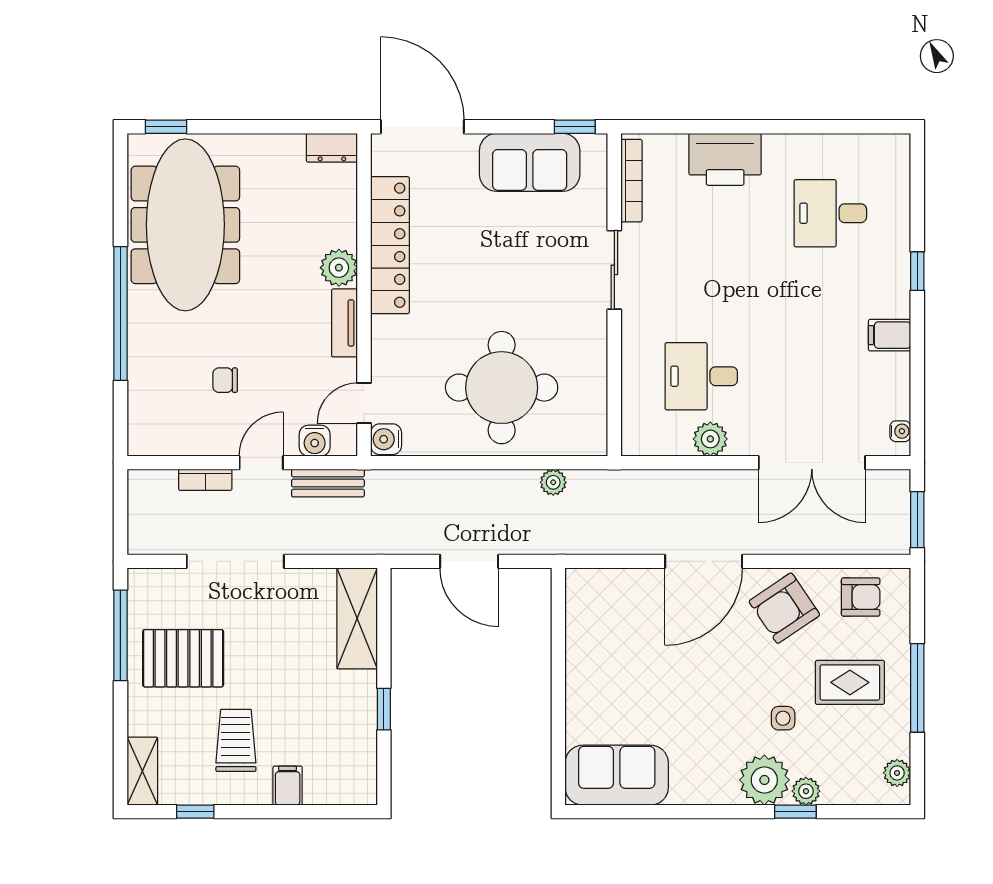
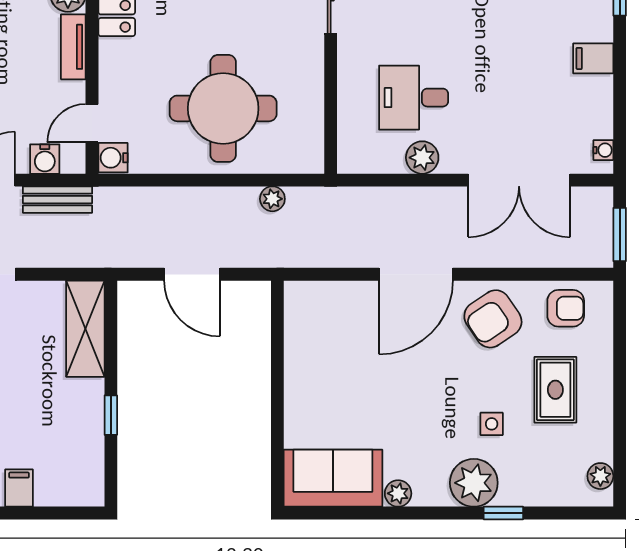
rug: (850, 682) -> (555, 390), turned 90
window: (917, 688) -> (620, 395), removed
plant: (806, 791) -> (398, 493), moved

